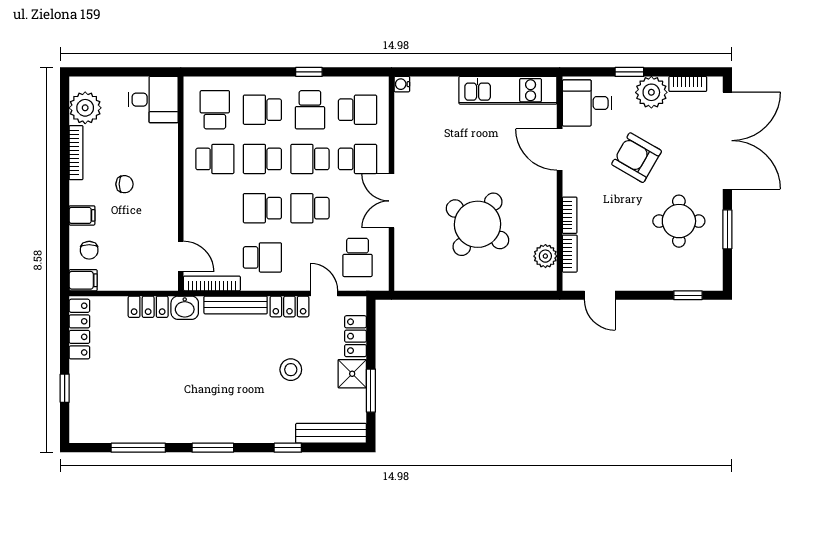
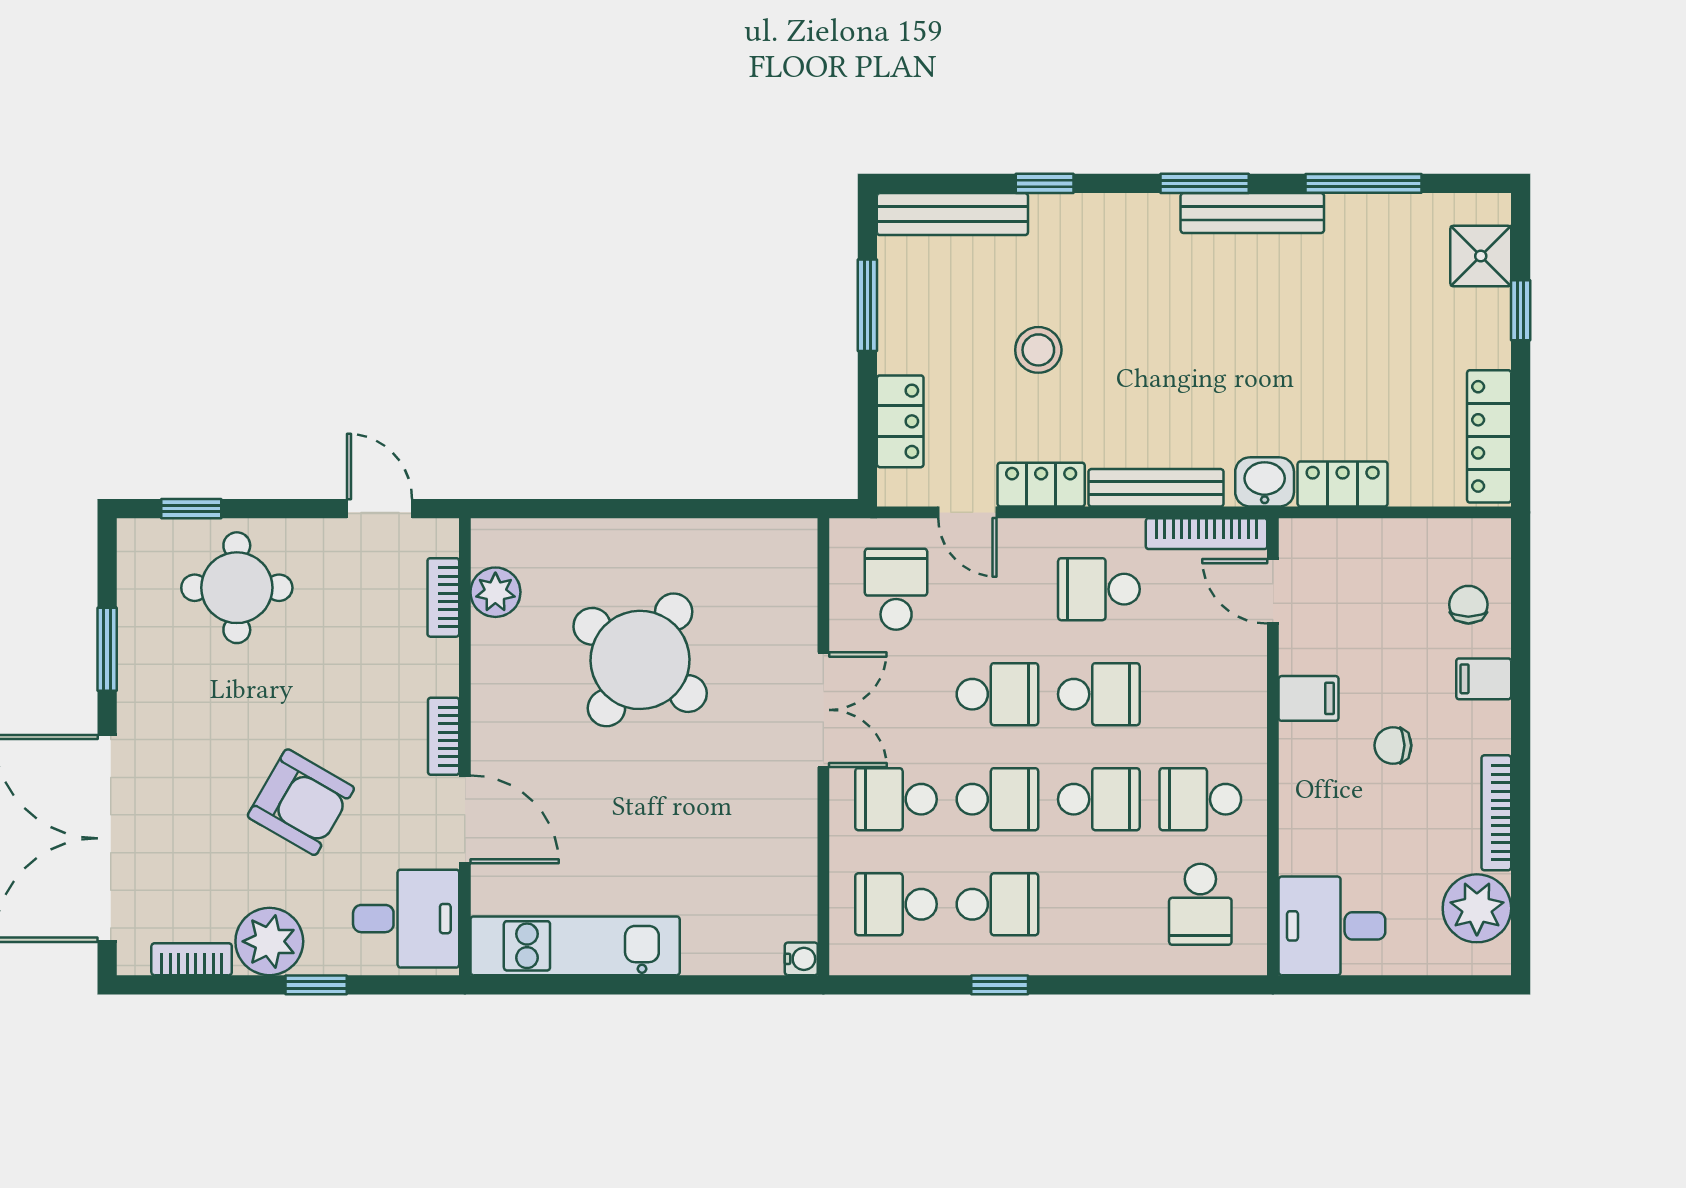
school desk: (262, 110) -> (1099, 904), removed
school desk: (310, 110) -> (997, 904), turned 90
bookcase: (570, 215) -> (444, 736), moved
round table: (679, 221) -> (237, 588), moved
filing cabinet: (83, 280) -> (1309, 698), moved, turned 180
shower: (352, 374) -> (1481, 256), moved
bench: (190, 434) -> (1252, 213), added

